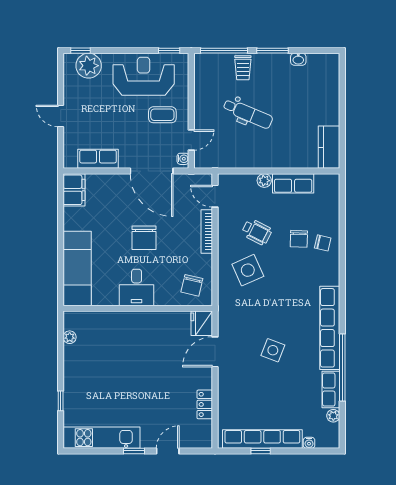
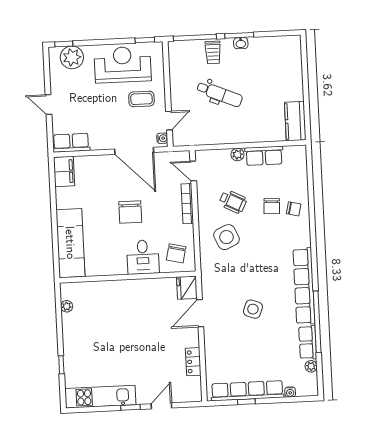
washbasin: (298, 59) -> (241, 43), moved
row of seats: (98, 159) -> (71, 143), moved
desk: (137, 287) -> (143, 257), moved

